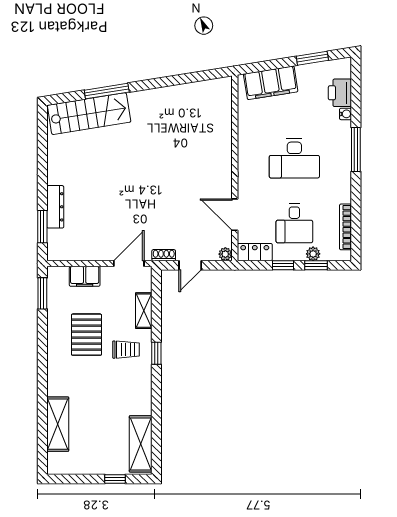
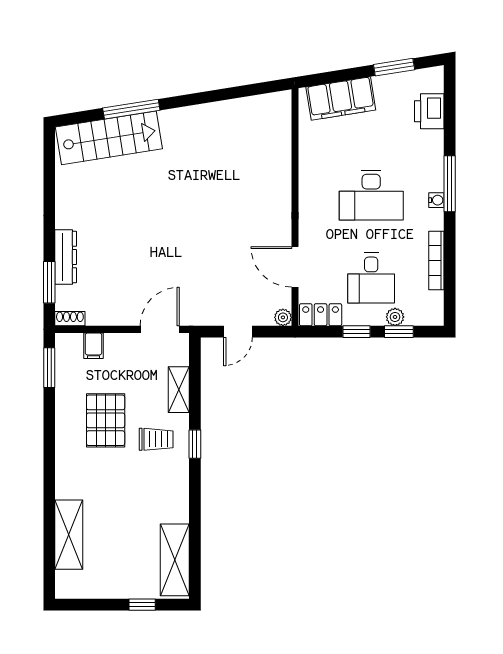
water cooler: (345, 114) -> (436, 200), moved
bookcase: (345, 227) -> (436, 260), moved
shoe rack: (164, 255) -> (70, 319), moved
filing cabinet: (85, 276) -> (93, 346), width x0.50

